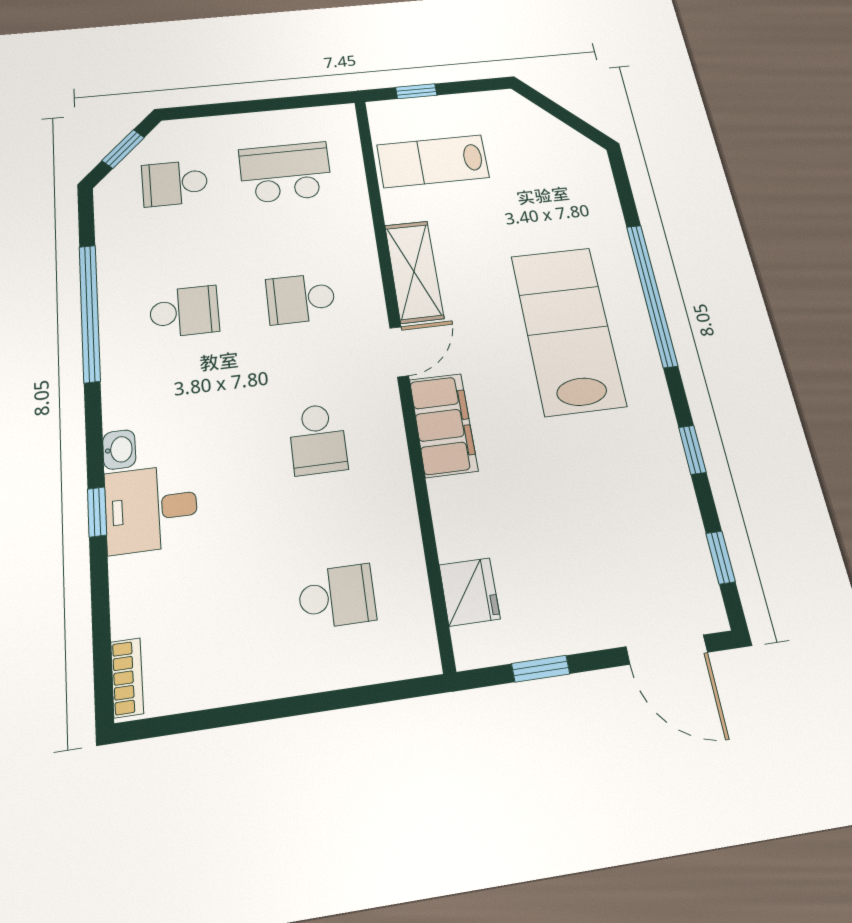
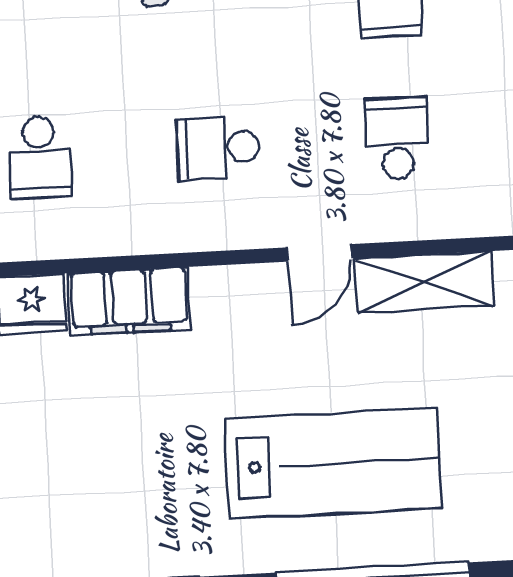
door: (399, 352) -> (319, 253), hinge flipped
filing cabinet: (443, 425) -> (129, 301), moved

